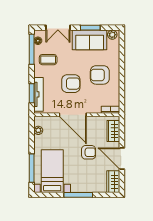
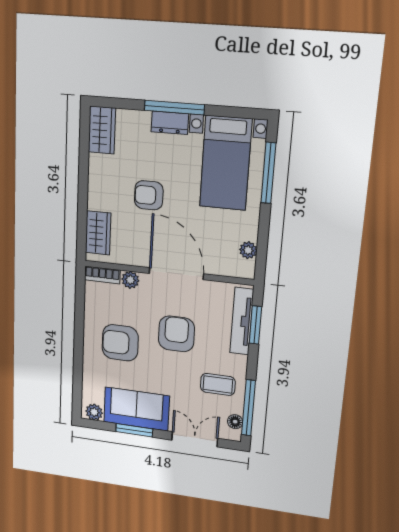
armchair: (100, 75) -> (120, 343), turned 180
armchair: (71, 84) -> (176, 334), turned 90
plant: (96, 109) -> (130, 280), added
door: (122, 159) -> (83, 176), removed
dresser: (80, 188) -> (170, 123), added

